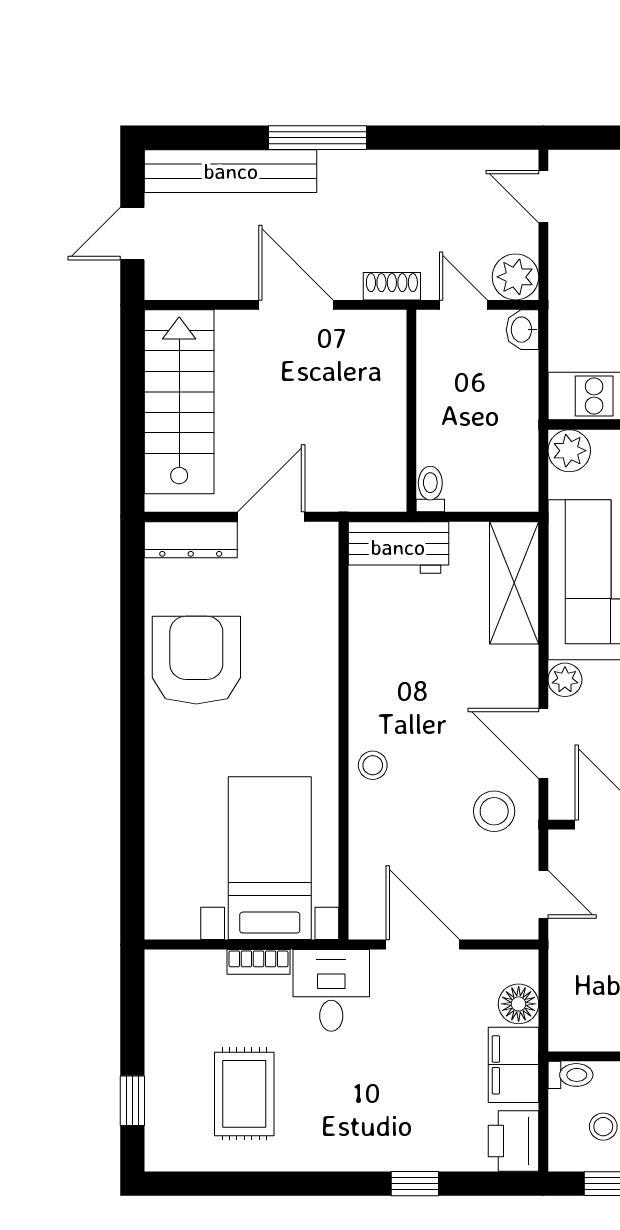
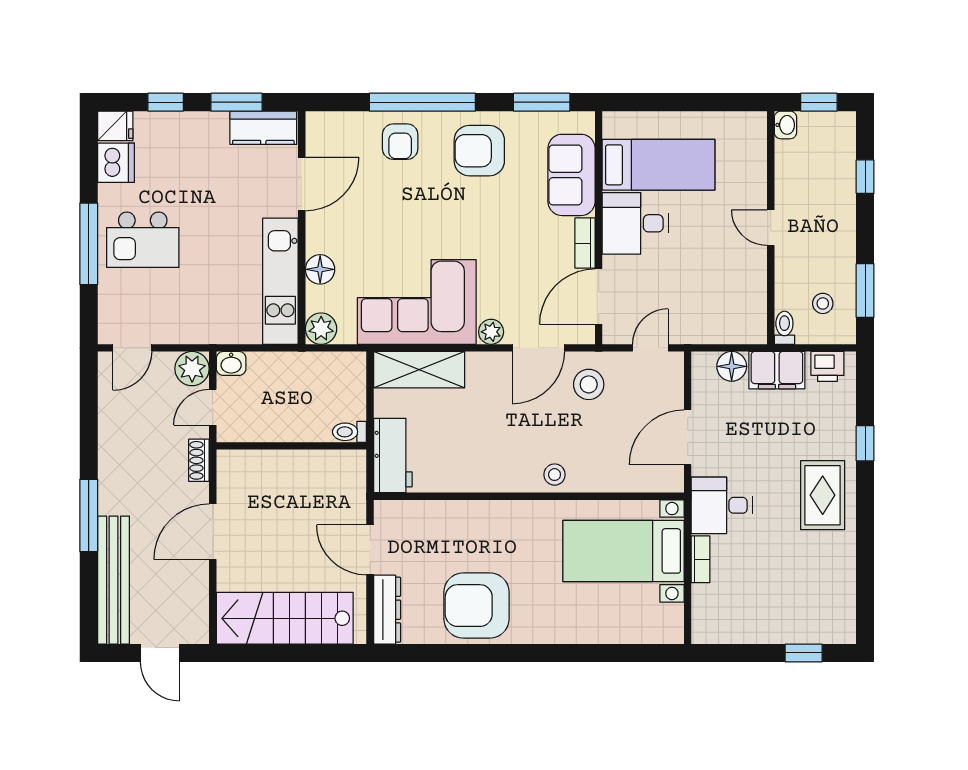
rug: (244, 1094) -> (823, 495), moved, turned 90
printer: (513, 1141) -> (827, 366), width x0.73, depth x0.81

